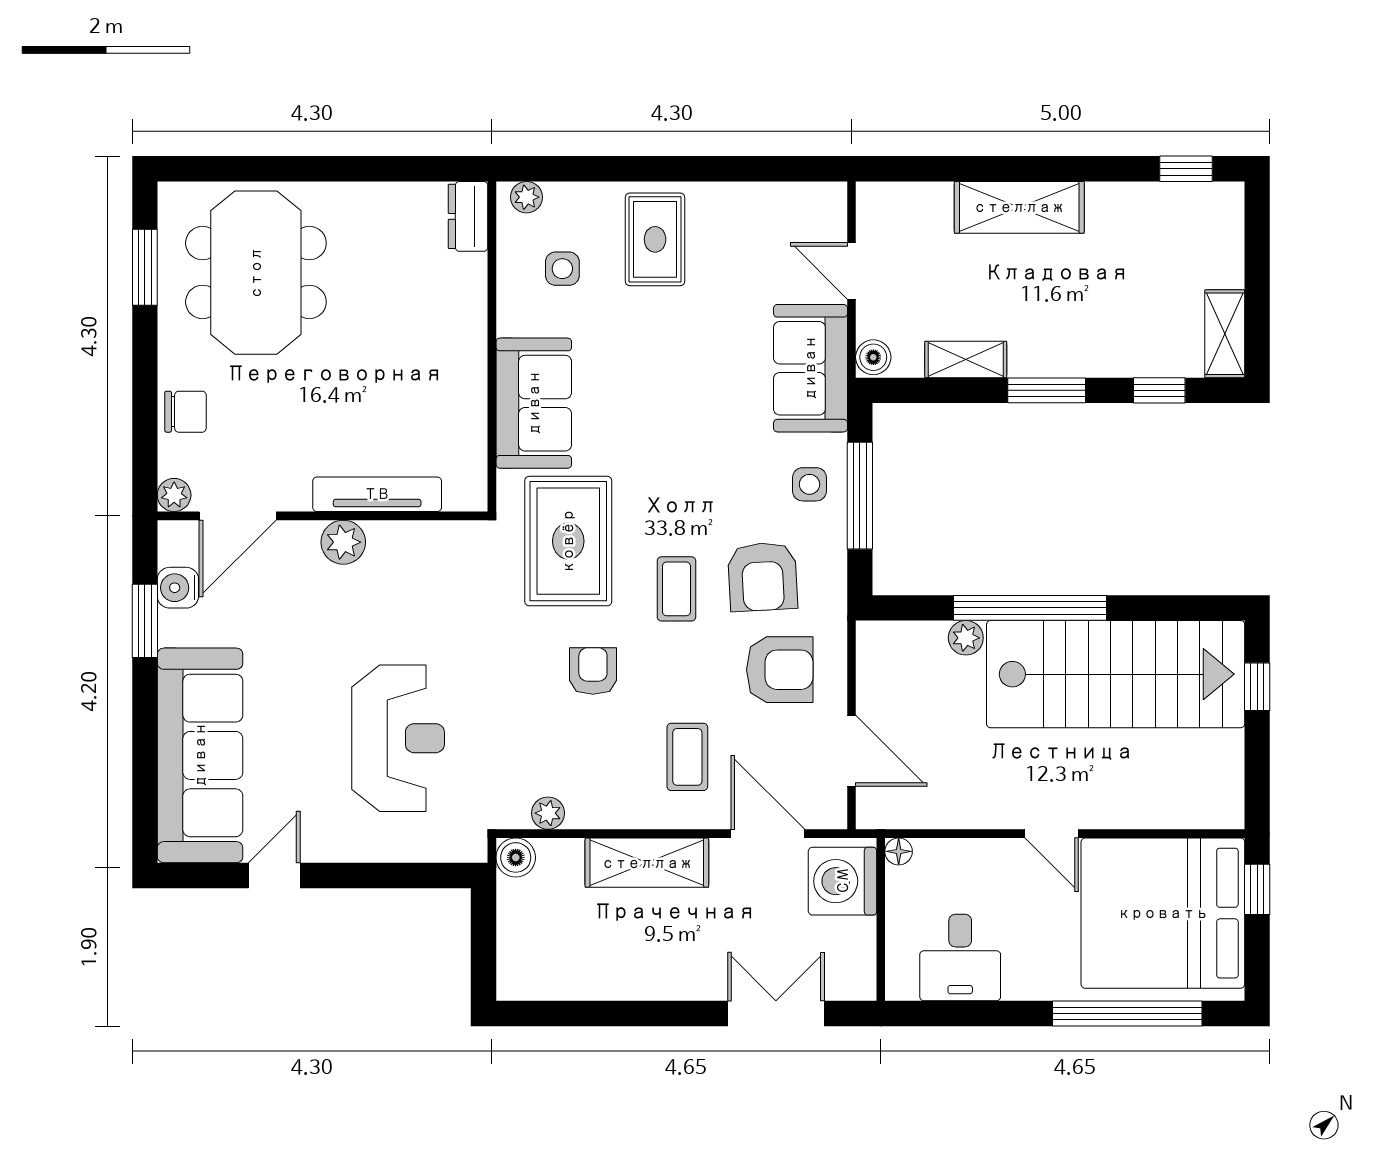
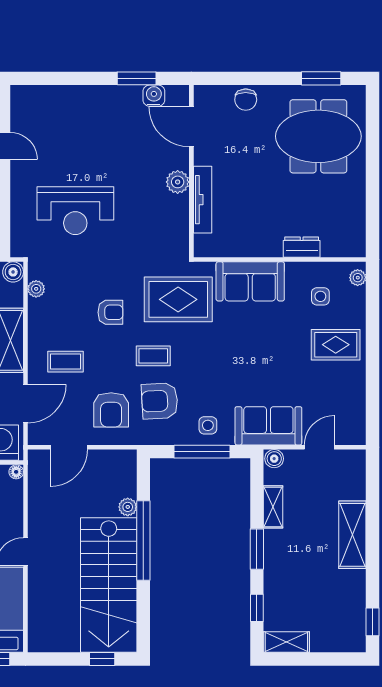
dresser: (468, 216) -> (302, 247), moved
plant: (174, 495) -> (202, 94), removed
sofa: (200, 755) -> (66, 107), removed

